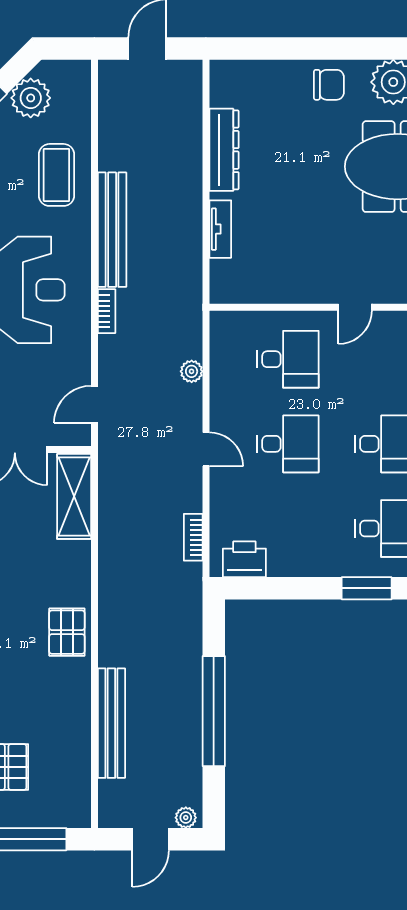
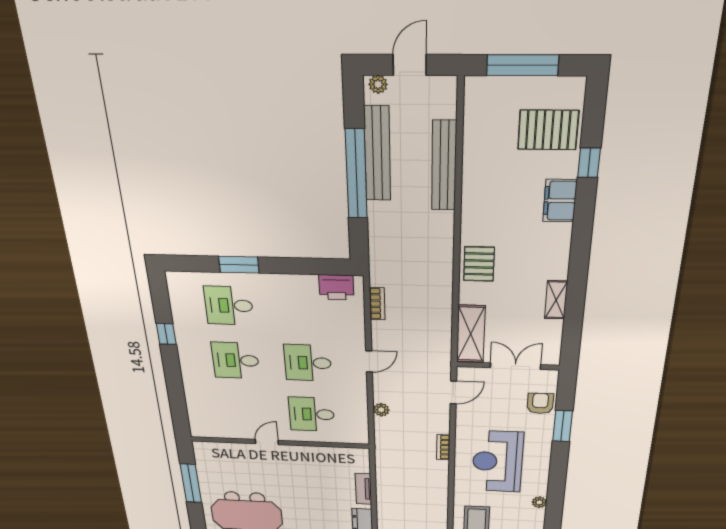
bench: (112, 230) -> (377, 154), moved
door: (206, 449) -> (369, 361), swing flipped
pallet: (67, 632) -> (479, 264), moved

